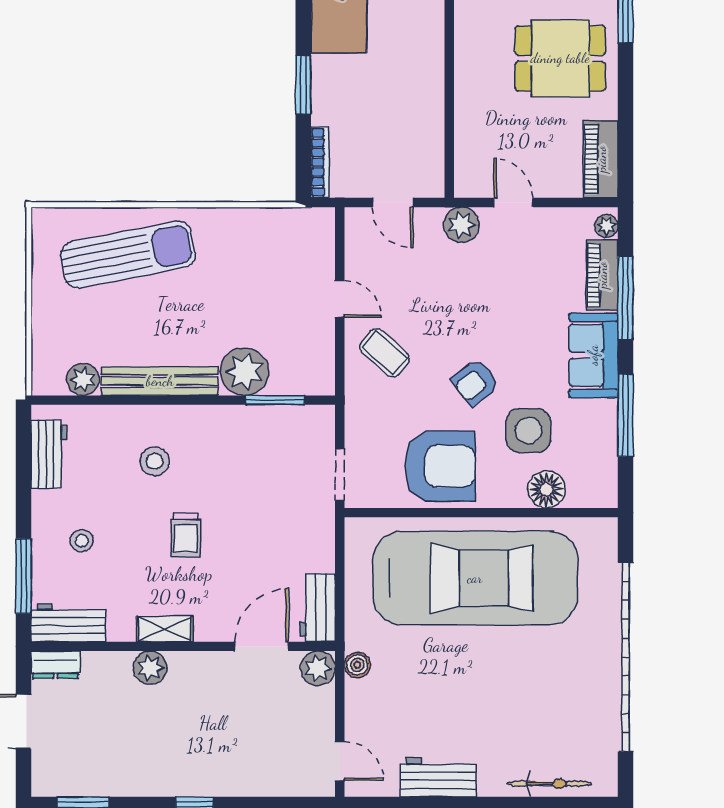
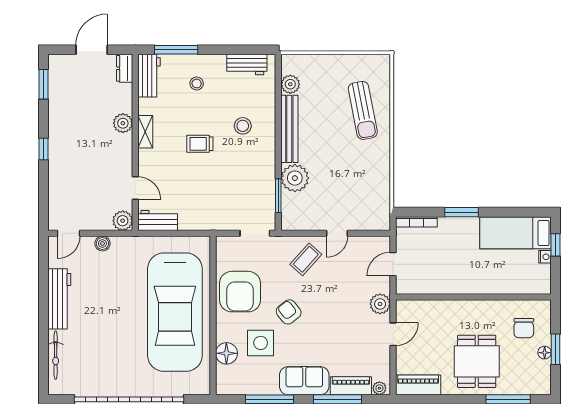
sun lounger: (128, 255) -> (363, 110), width x0.73, depth x0.75
doorway: (340, 475) -> (255, 233), moved
door: (262, 646) -> (135, 188), width x0.73
boiler: (357, 665) -> (102, 244), moved
workbench: (438, 777) -> (59, 299), width x1.38

